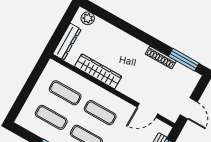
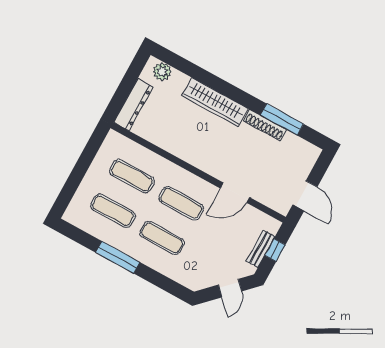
window: (184, 60) -> (282, 120), moved
wardrobe: (98, 71) -> (215, 102), moved, turned 180
door: (147, 110) -> (235, 193), moved

